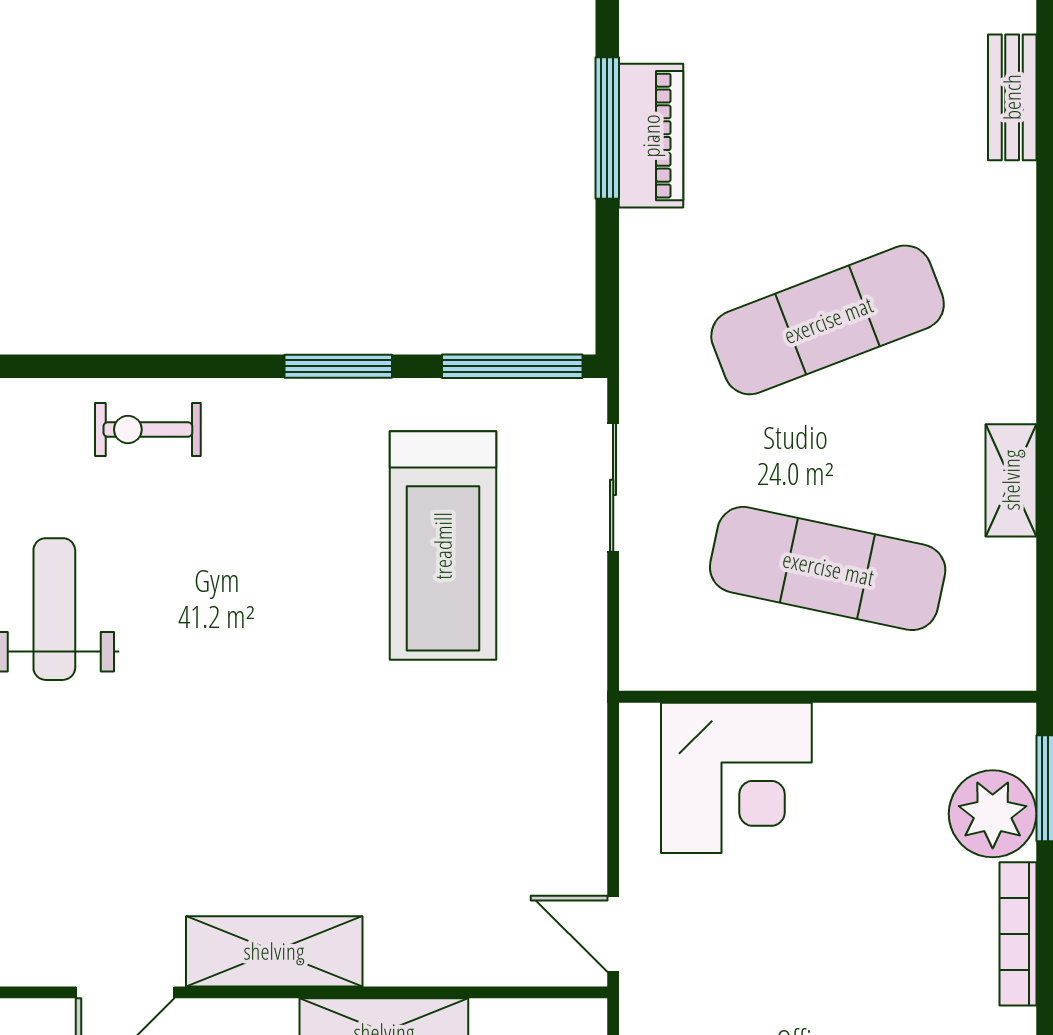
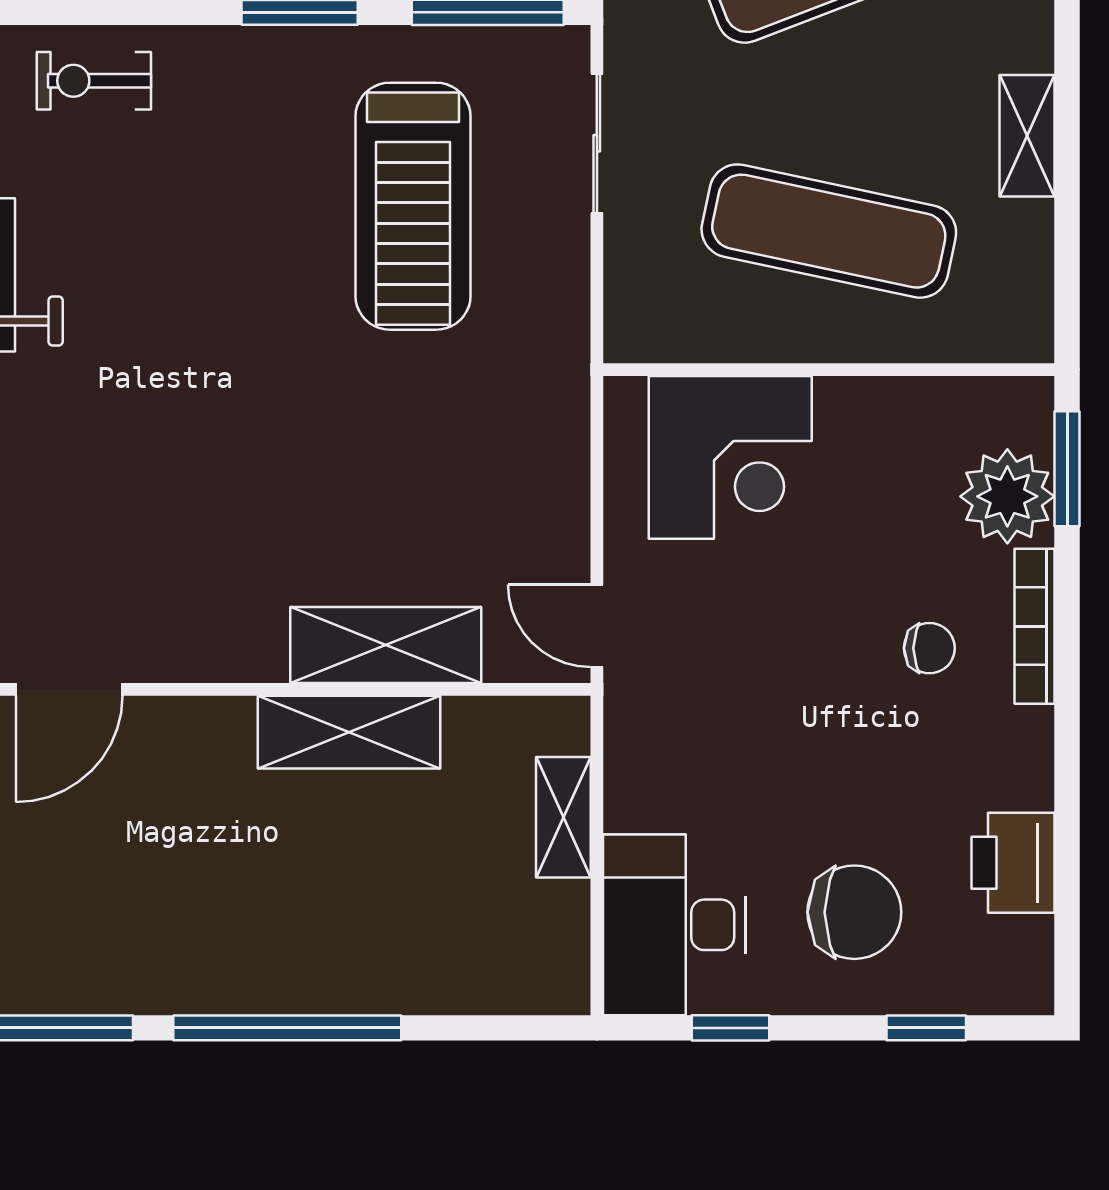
shelving: (274, 951) -> (386, 645), moved
chair: (921, 954) -> (929, 648), added

